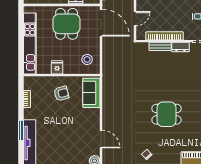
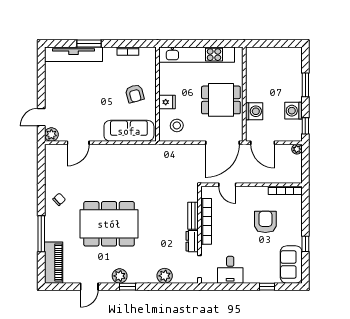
fridge: (57, 67) -> (167, 102), moved
sofa: (91, 93) -> (129, 131), width x1.36
dining table: (167, 114) -> (109, 224), width x1.88, depth x1.24

